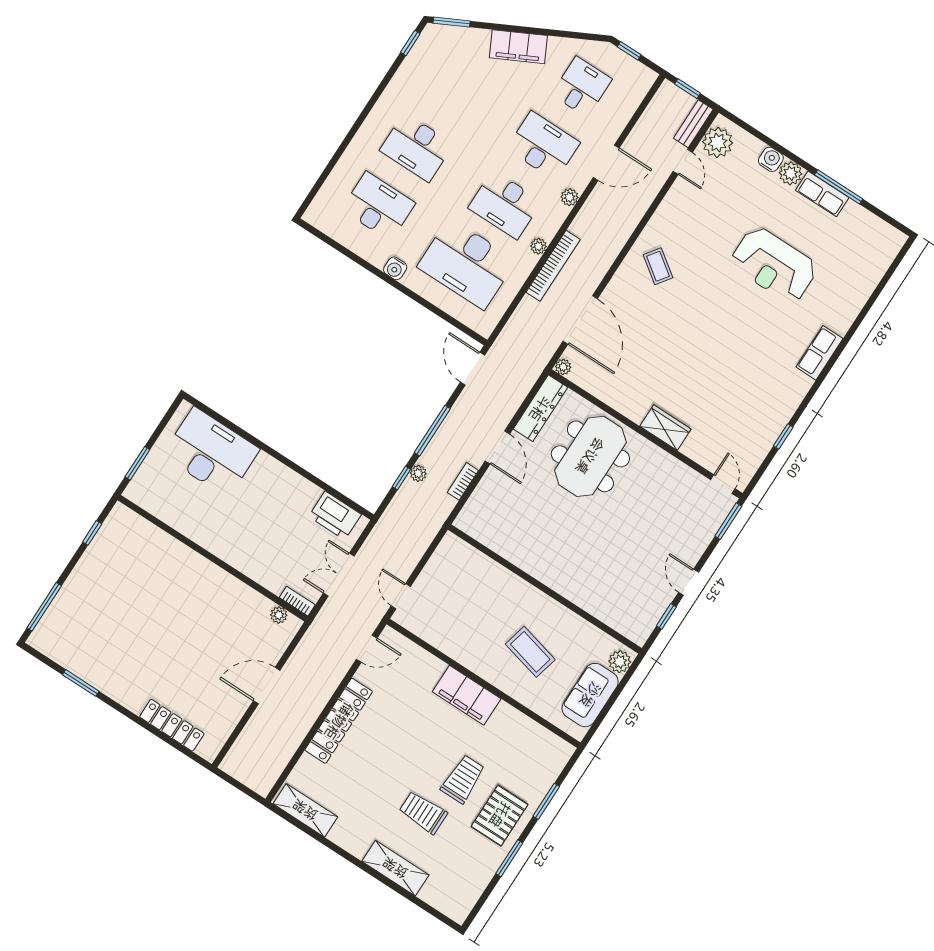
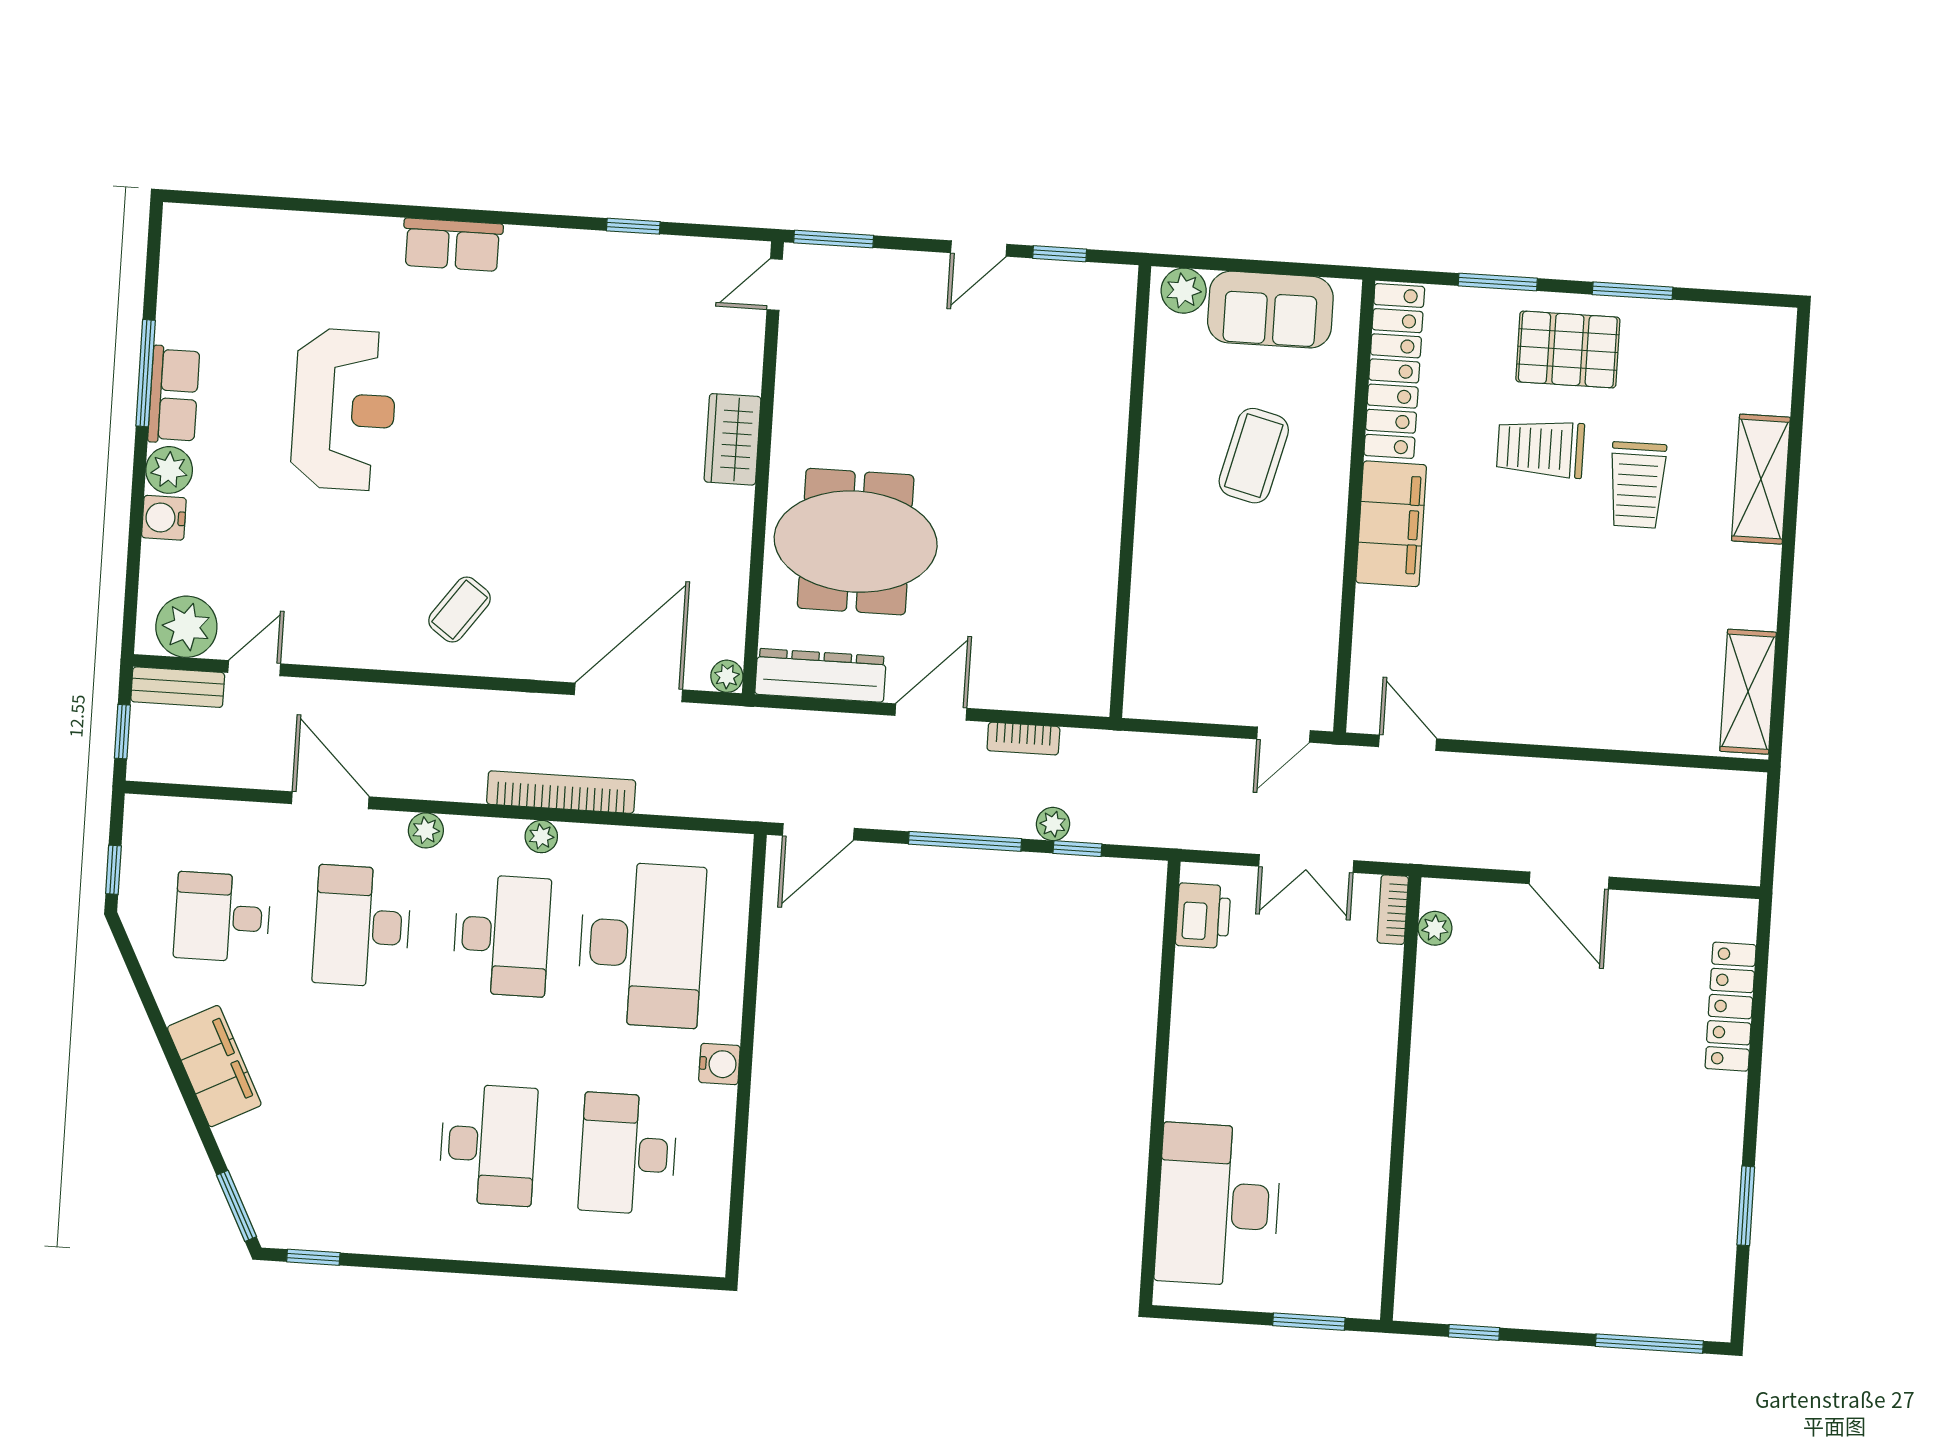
printer: (335, 516) -> (1203, 916), width x0.73, depth x0.84
locker: (339, 721) -> (1394, 371), moved, turned 90

